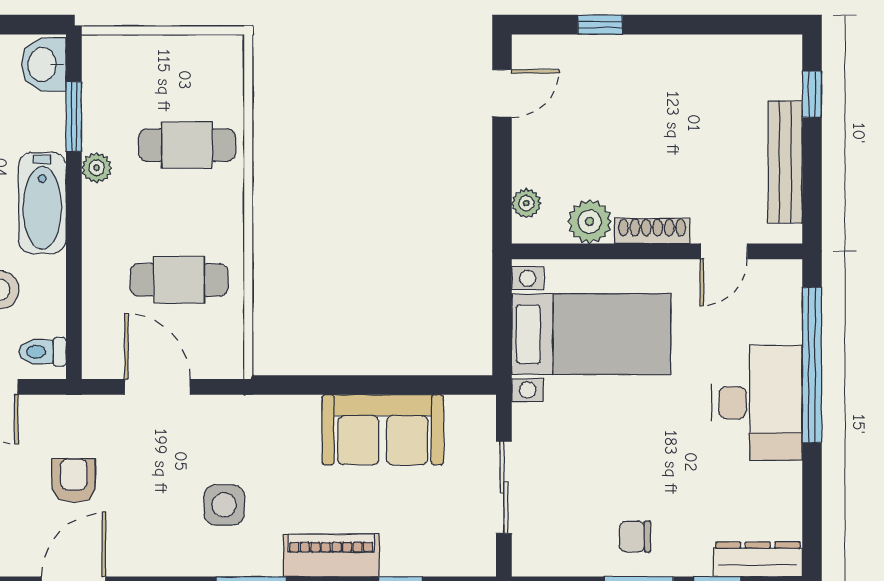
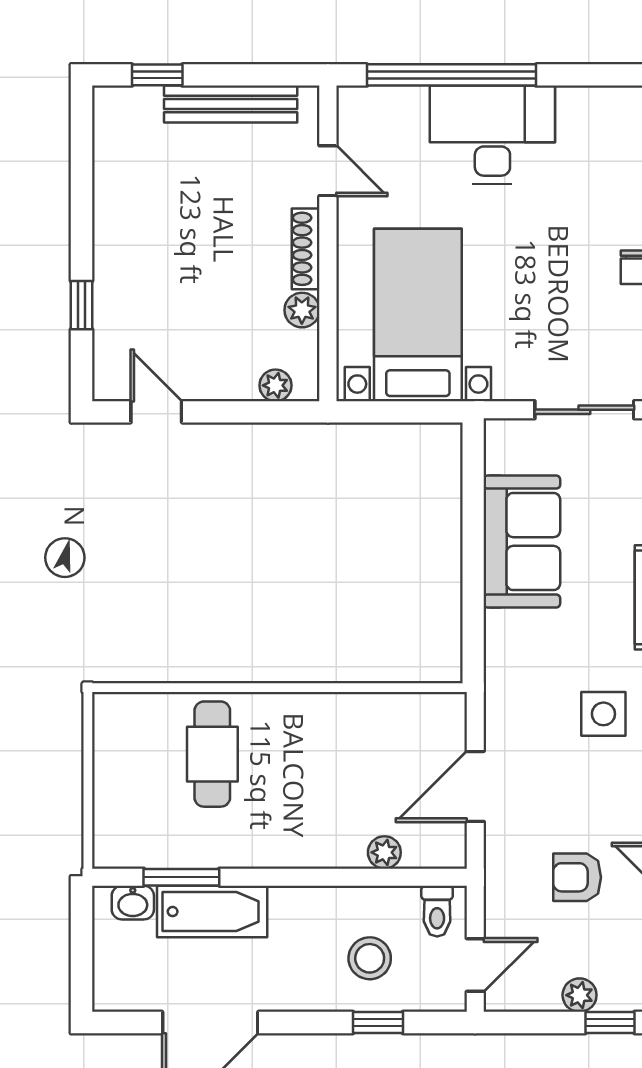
washbasin: (43, 64) -> (133, 903), width x0.72, depth x0.69
plant: (97, 168) -> (384, 852), moved
bathtub: (42, 203) -> (212, 912), moved
plant: (590, 221) -> (302, 310), width x0.73, depth x0.73
cafe table: (179, 280) -> (359, 763), removed

